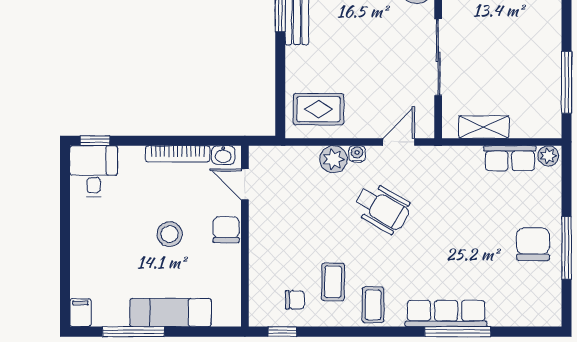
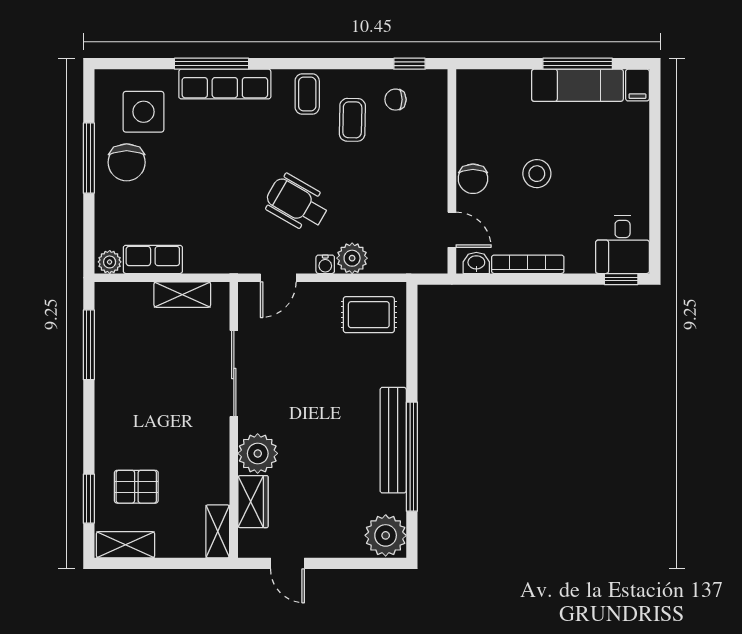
side table: (518, 289) -> (144, 112), added
exam couch: (170, 312) -> (578, 85), moved

